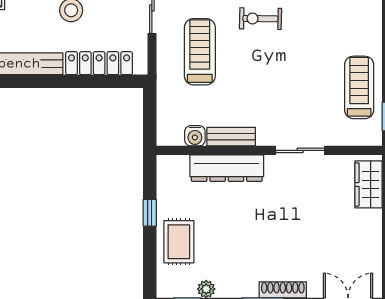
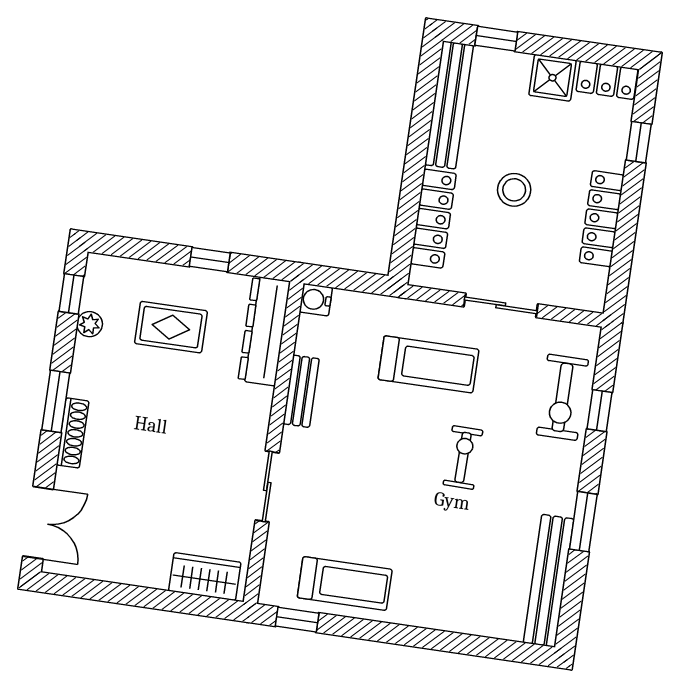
water cooler: (195, 136) -> (316, 300), moved
dresser: (227, 168) -> (264, 331), moved
rug: (179, 242) -> (171, 327), moved

